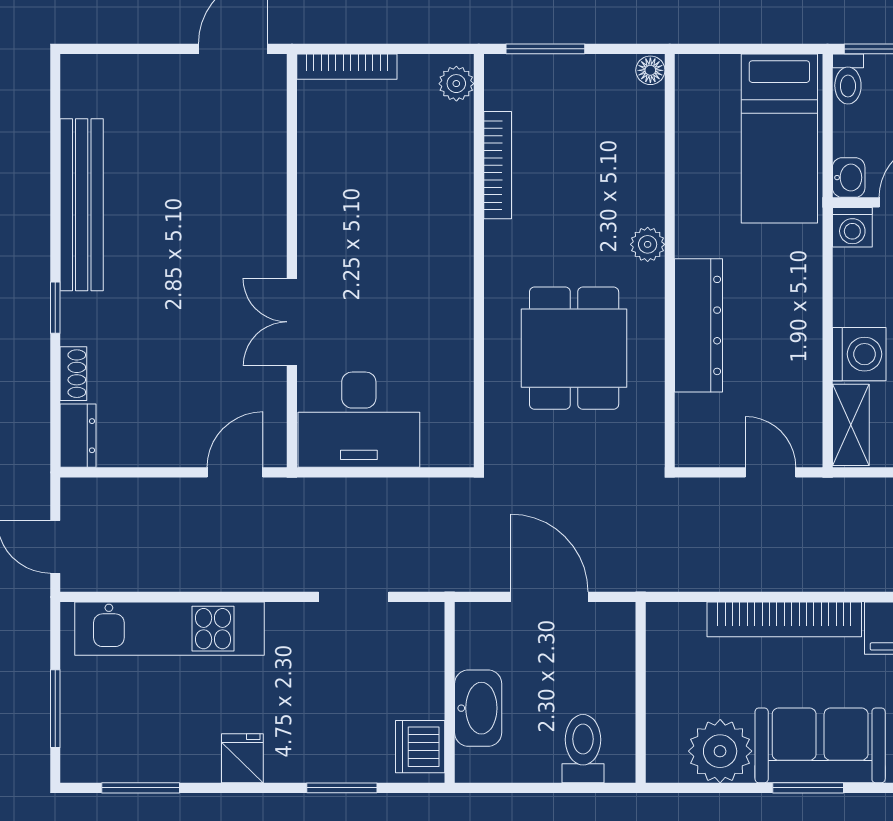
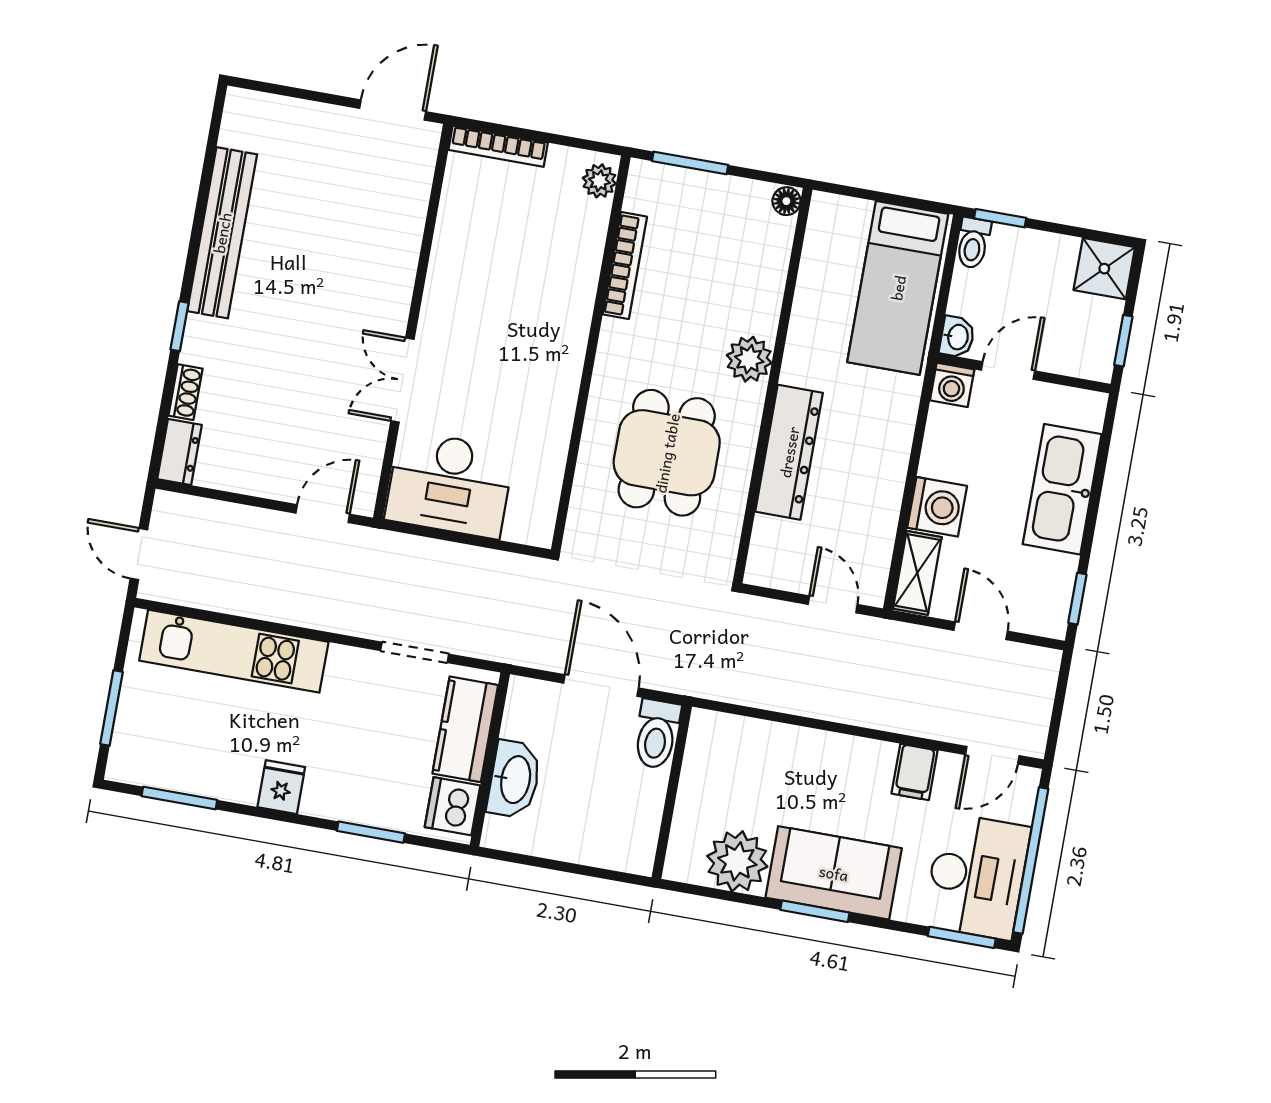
plant: (648, 244) -> (749, 359), width x1.38, depth x1.38
bookcase: (784, 619) -> (821, 747), removed
kitchen counter: (419, 666) -> (465, 729), added
toilet: (583, 749) -> (657, 734), moved, turned 180

